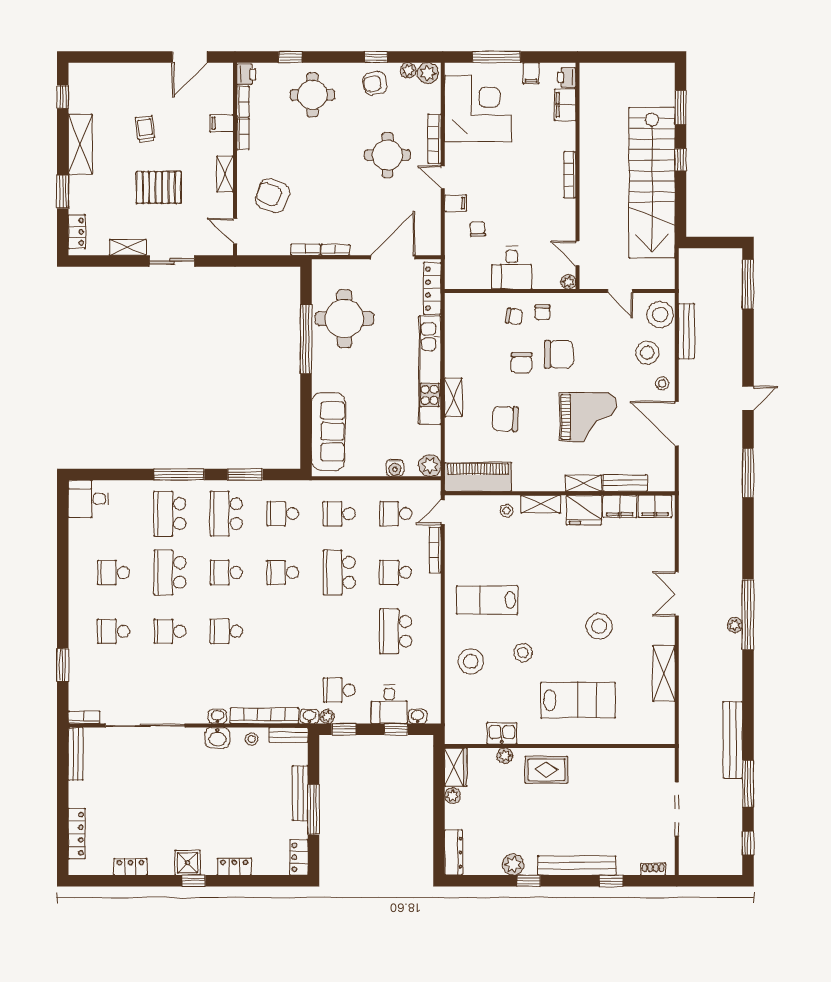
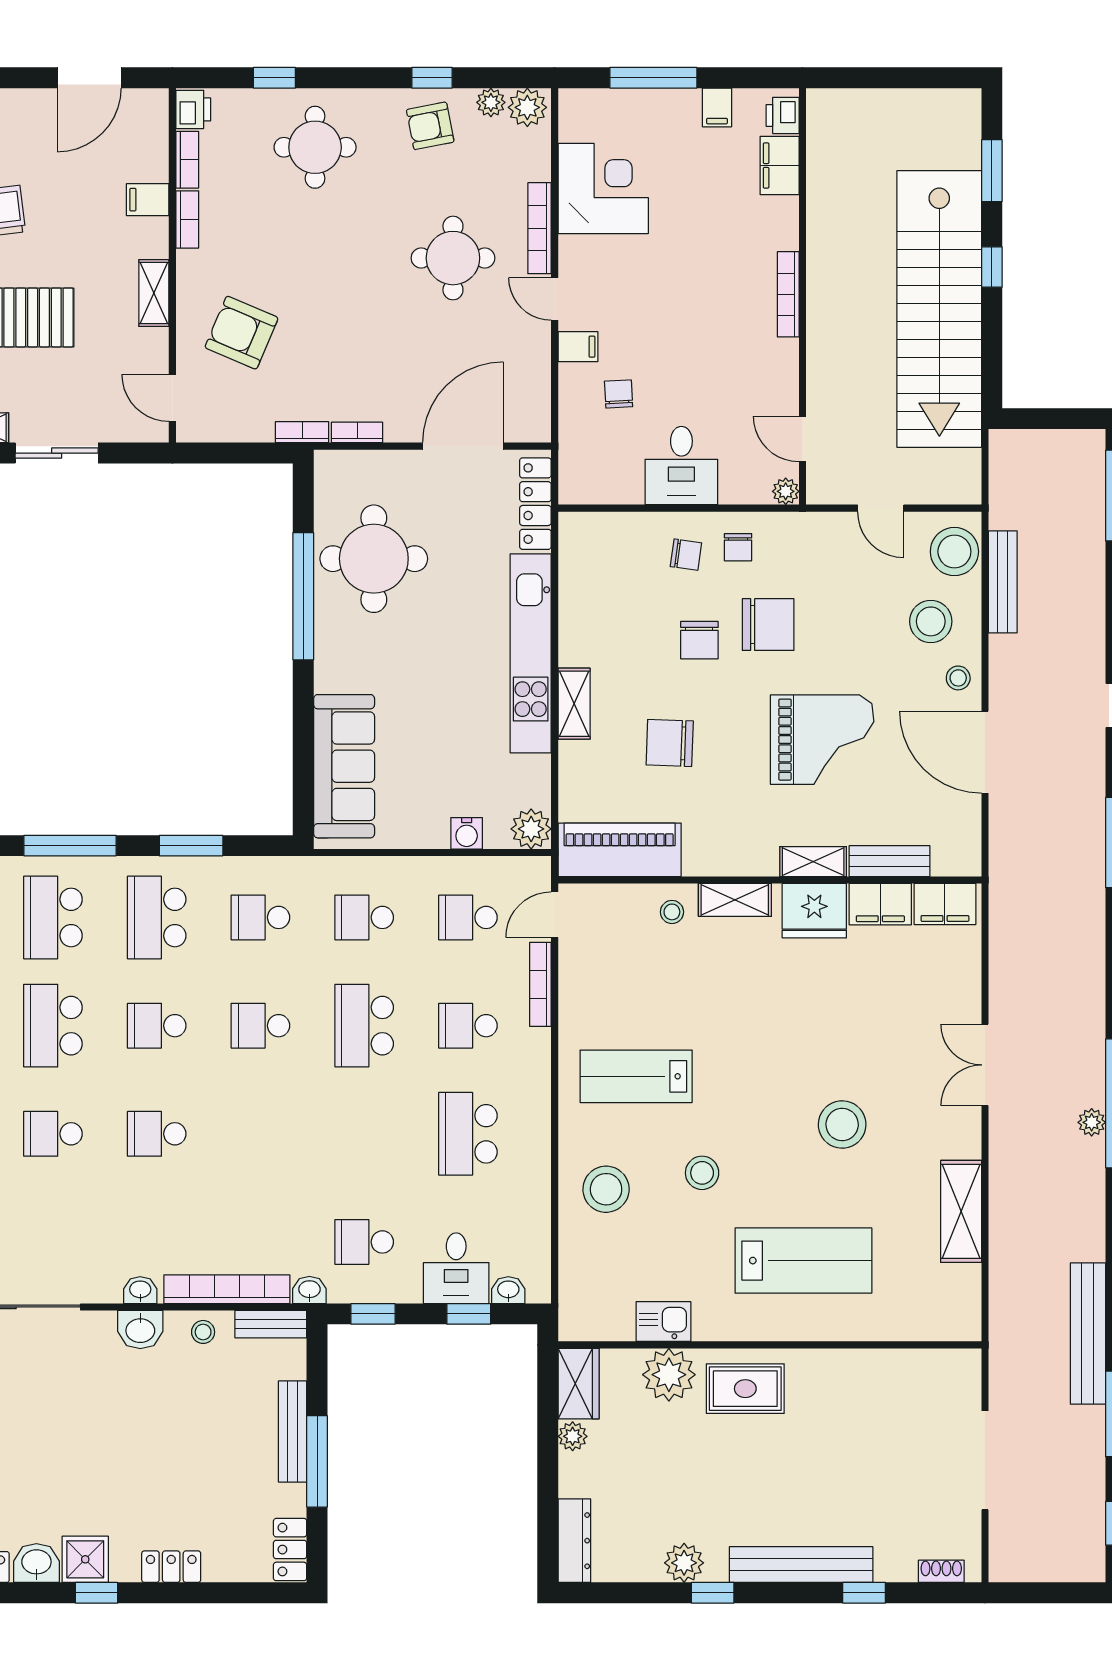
corner desk: (478, 108) -> (603, 189), width x0.74, depth x0.74
plant: (327, 716) -> (342, 1290), removed
plant: (505, 756) -> (669, 1375), width x1.87, depth x1.87
washbasin: (161, 865) -> (36, 1563), added

